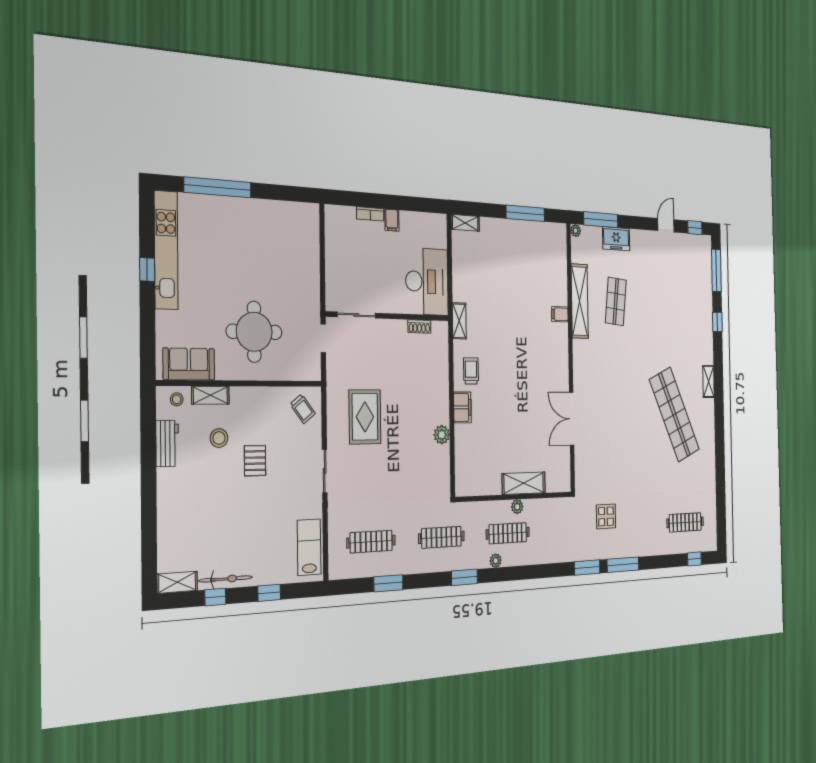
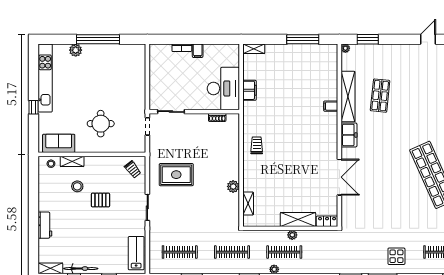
window: (218, 187) -> (98, 39), moved
plant: (214, 206) -> (76, 50), added
window: (601, 220) -> (368, 39), width x0.69
freezer: (616, 239) -> (349, 135), moved, turned -90
window: (147, 270) -> (33, 107), moved
shelving: (459, 321) -> (248, 204), moved
round table: (254, 332) -> (101, 124), width x0.73, depth x0.73
filing cabinet: (462, 407) -> (249, 90), moved
rug: (365, 417) -> (176, 175), turned 90
double door: (572, 419) -> (339, 177), swing flipped
workbench: (167, 443) -> (45, 225), moved
pallet: (255, 461) -> (100, 200), turned 90
locker: (558, 484) -> (327, 221), added
display table: (606, 516) -> (396, 256), moved

